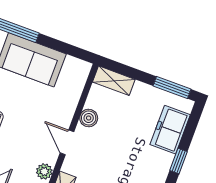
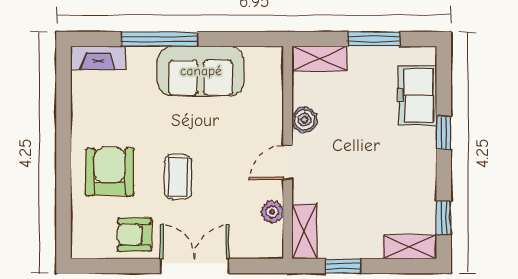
window: (172, 87) -> (374, 39), moved
door: (67, 142) -> (288, 162), hinge flipped

